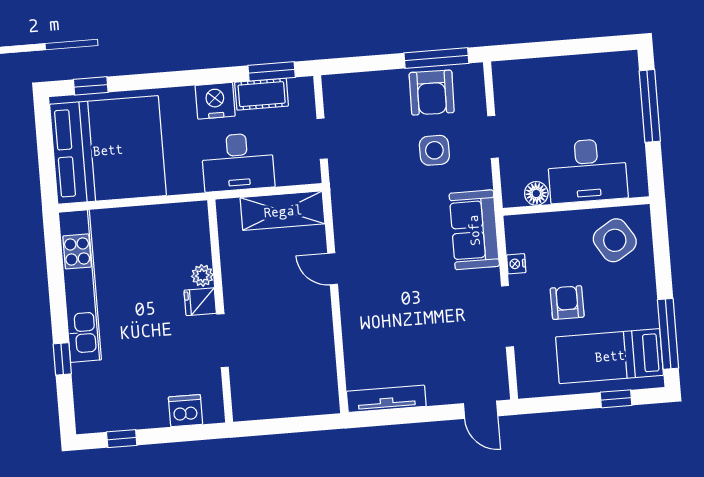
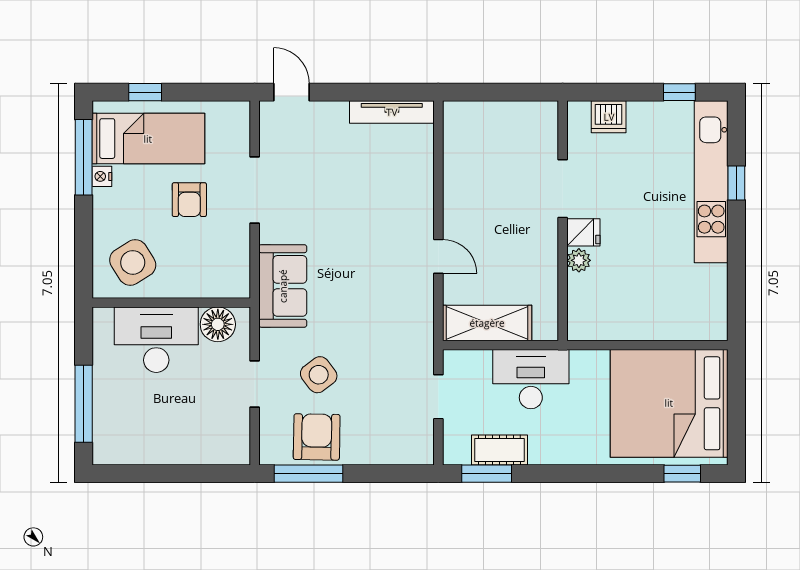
nightstand: (215, 101) -> (550, 447), removed
side table: (434, 150) -> (319, 375), turned -37
floor lamp: (536, 193) -> (218, 324), width x1.38, depth x1.38
nightstand: (516, 264) -> (102, 176), moved, turned 180
kitchen unit: (80, 286) -> (711, 182), moved

